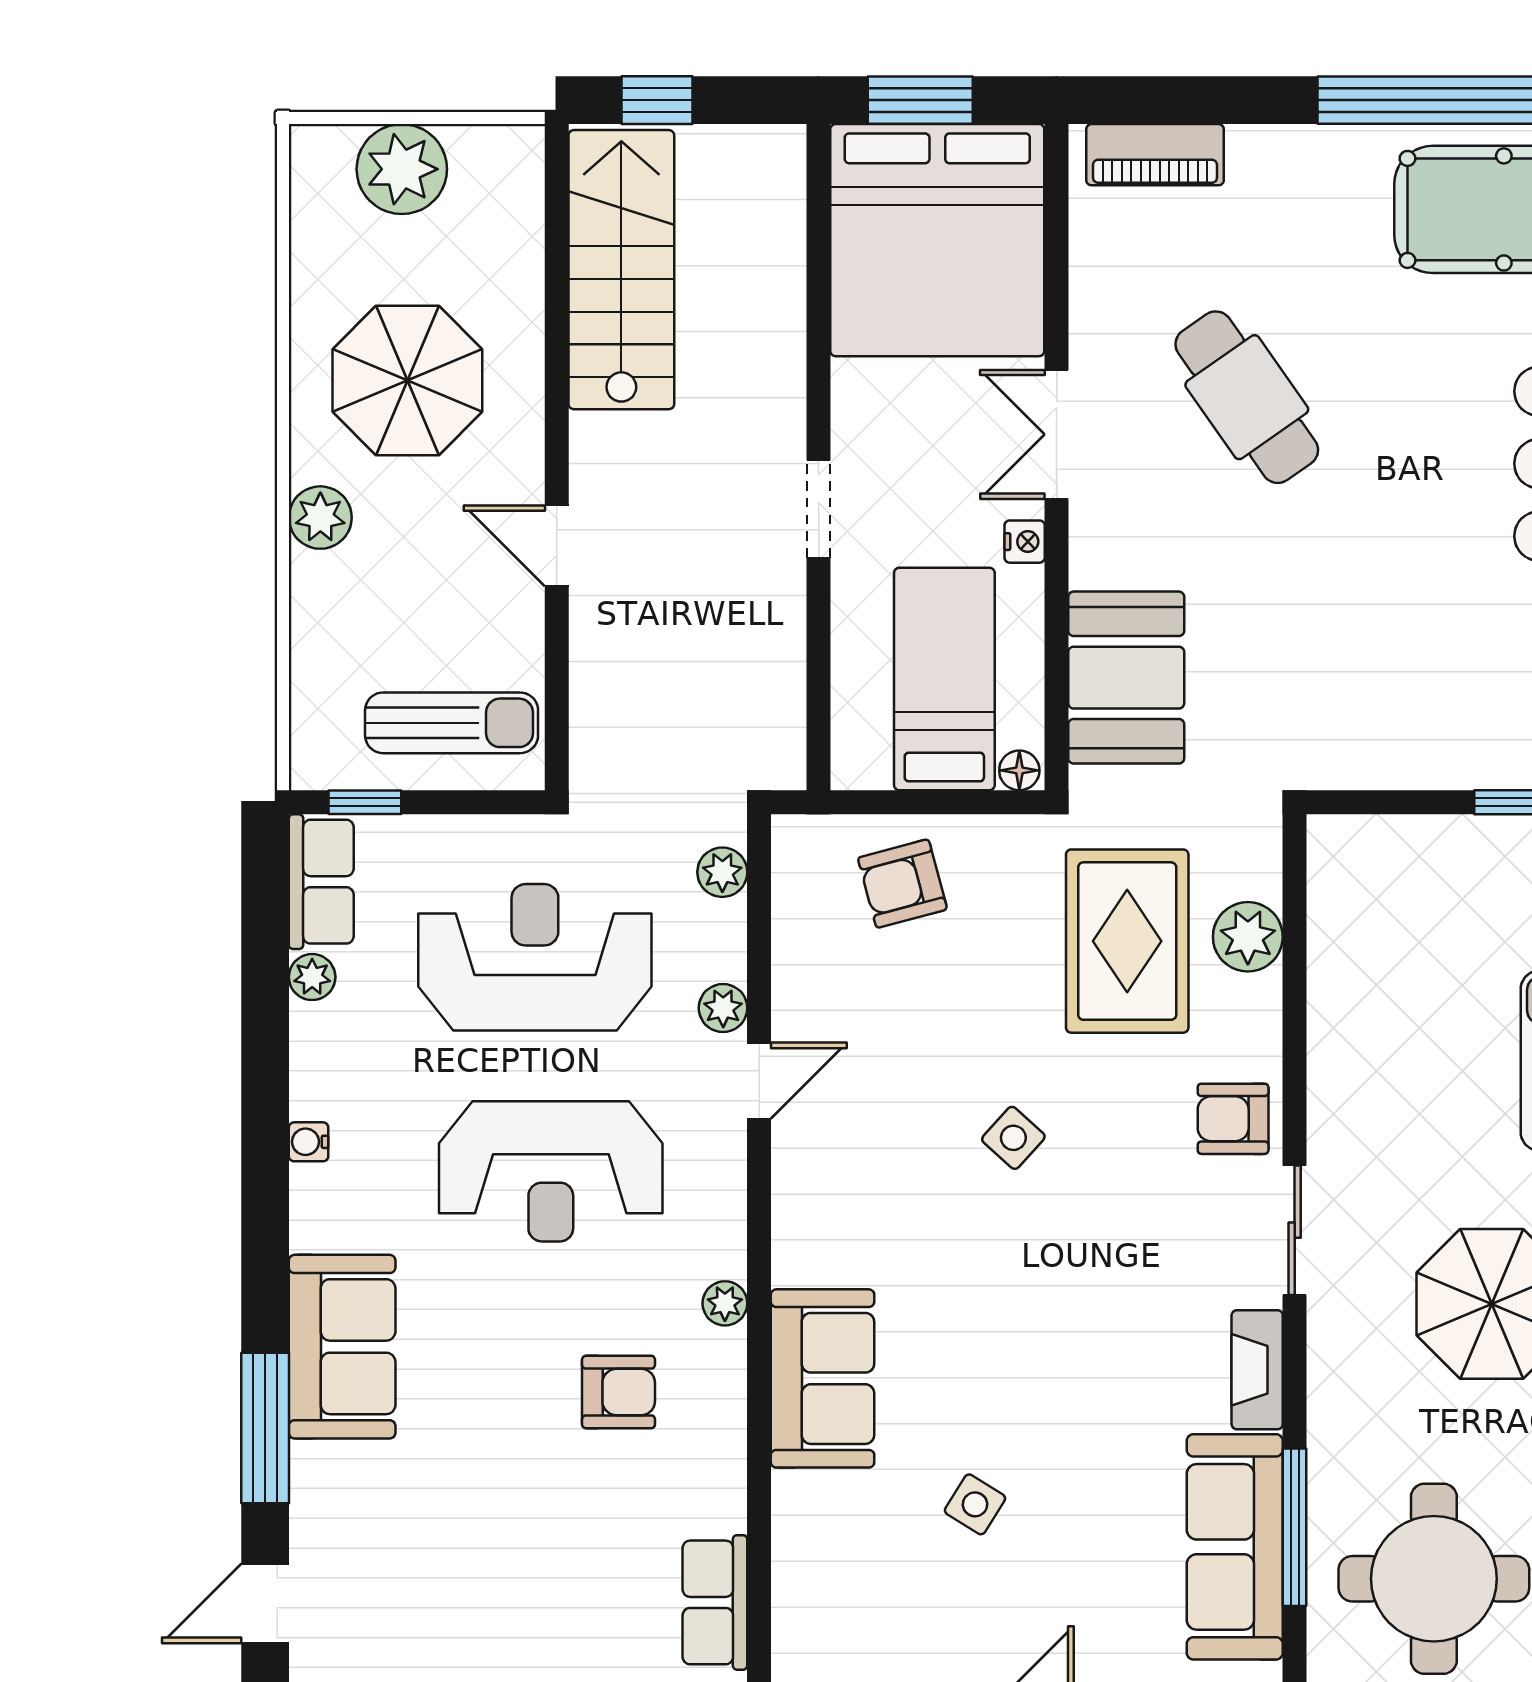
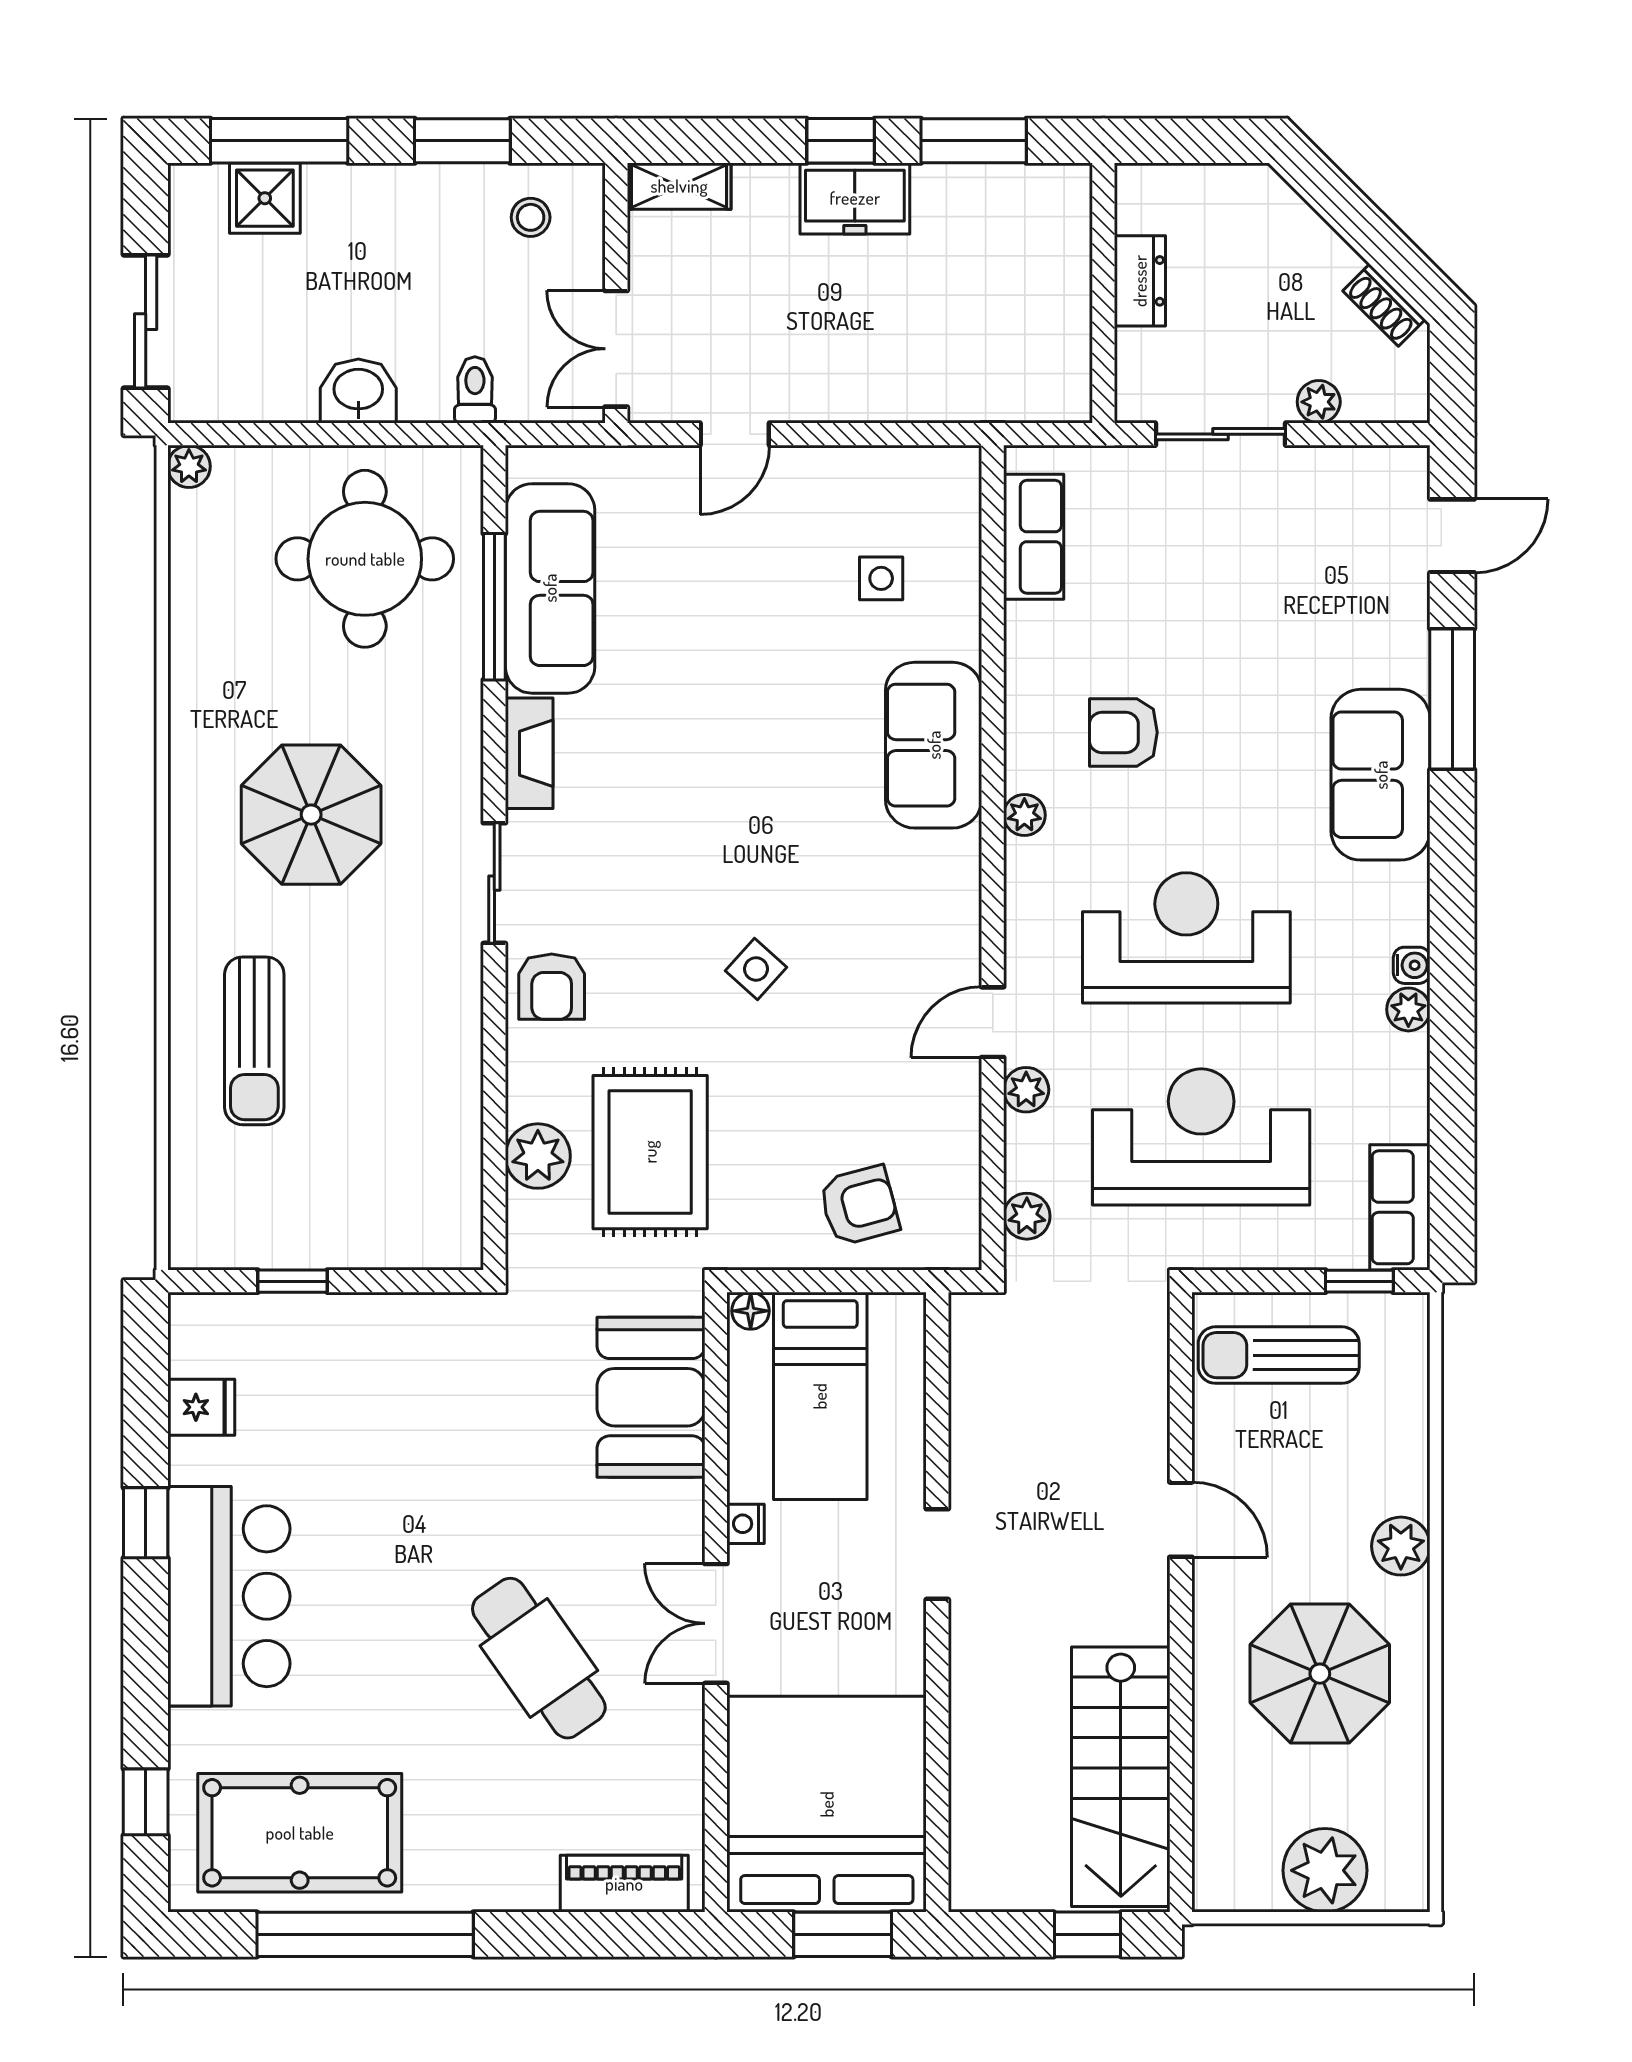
double door: (1057, 434) -> (716, 1623), swing flipped
reception desk: (535, 957) -> (1201, 1137), turned 180
plant: (312, 977) -> (1408, 1009), moved
armchair: (1233, 1119) -> (552, 987), turned 90
side table: (975, 1504) -> (881, 578), moved, turned -32

